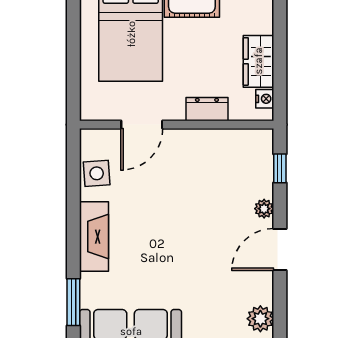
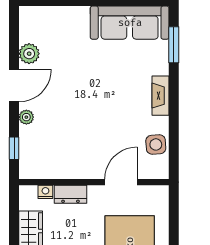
nightstand: (265, 99) -> (45, 192), moved, turned 90
fireplace: (94, 237) -> (160, 96), width x0.73, depth x0.76
plant: (260, 319) -> (29, 54), moved

